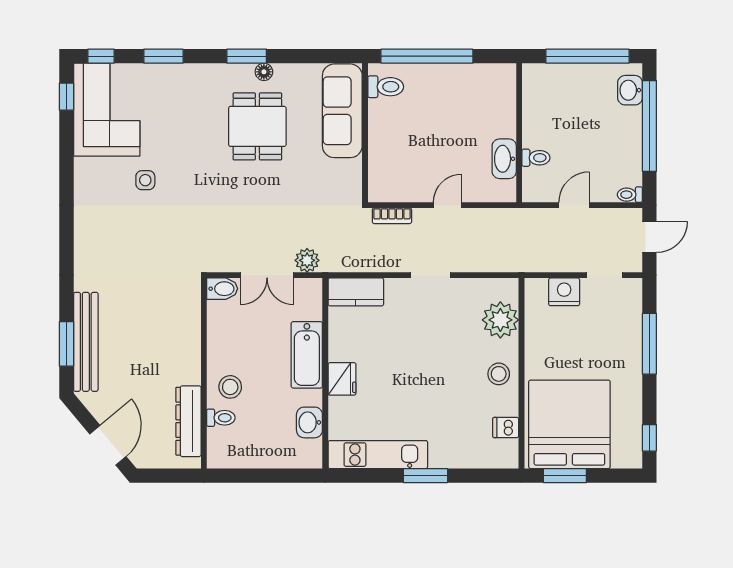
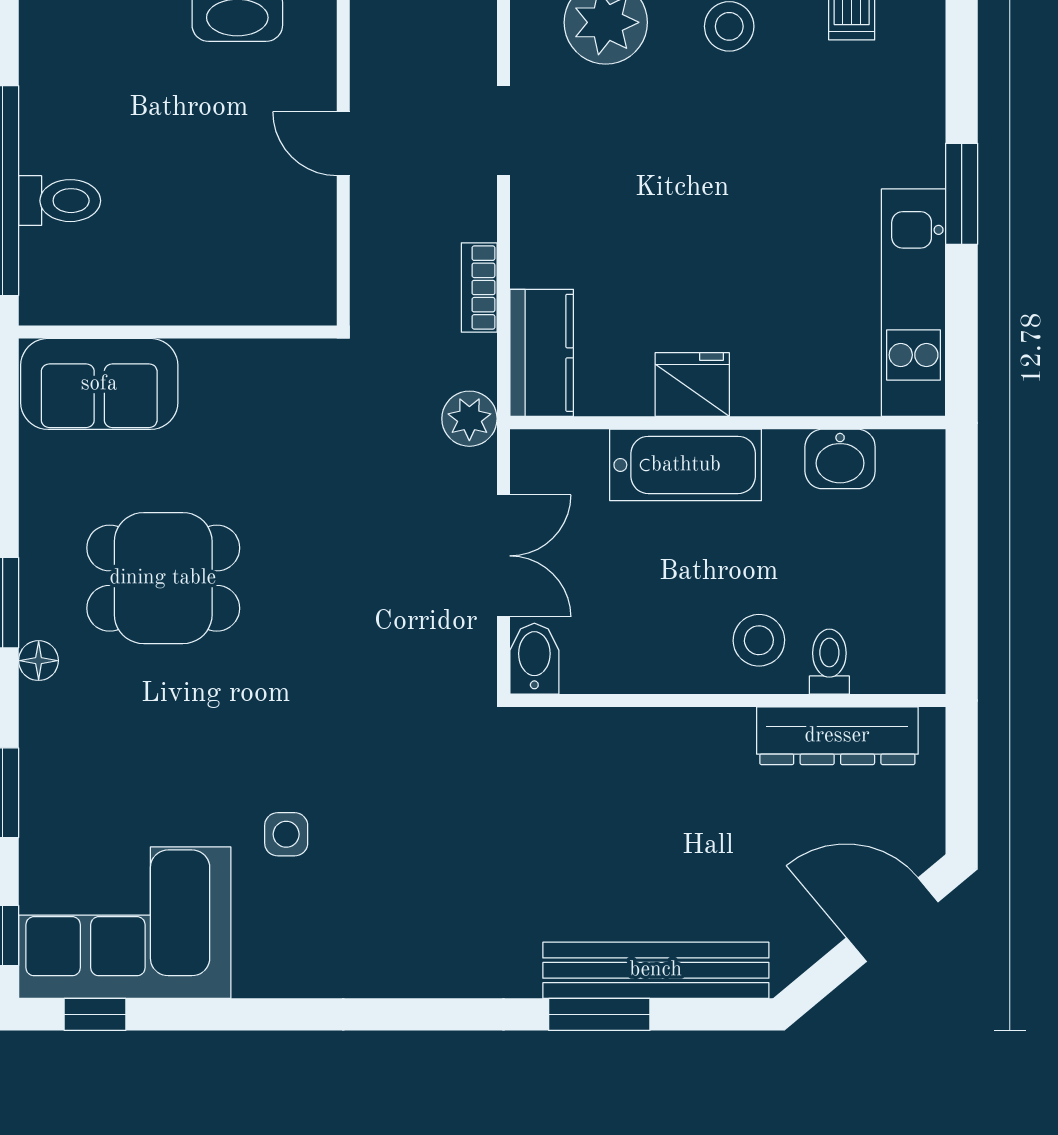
floor lamp: (264, 72) -> (39, 661), moved
toilet: (386, 87) -> (60, 201), moved, turned 90
sofa: (342, 111) -> (99, 384), width x0.73
bookcase: (392, 216) -> (479, 288), moved, turned 180
plant: (307, 260) -> (469, 419), moved
doorway: (430, 275) -> (503, 130), moved
window: (67, 344) -> (599, 1014), moved
fridge: (342, 379) -> (692, 385), moved

